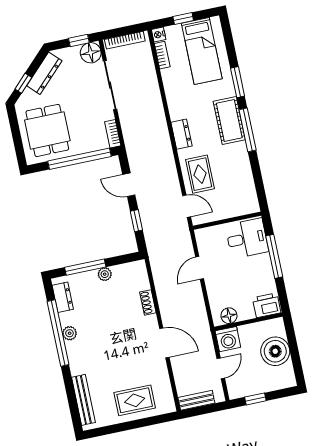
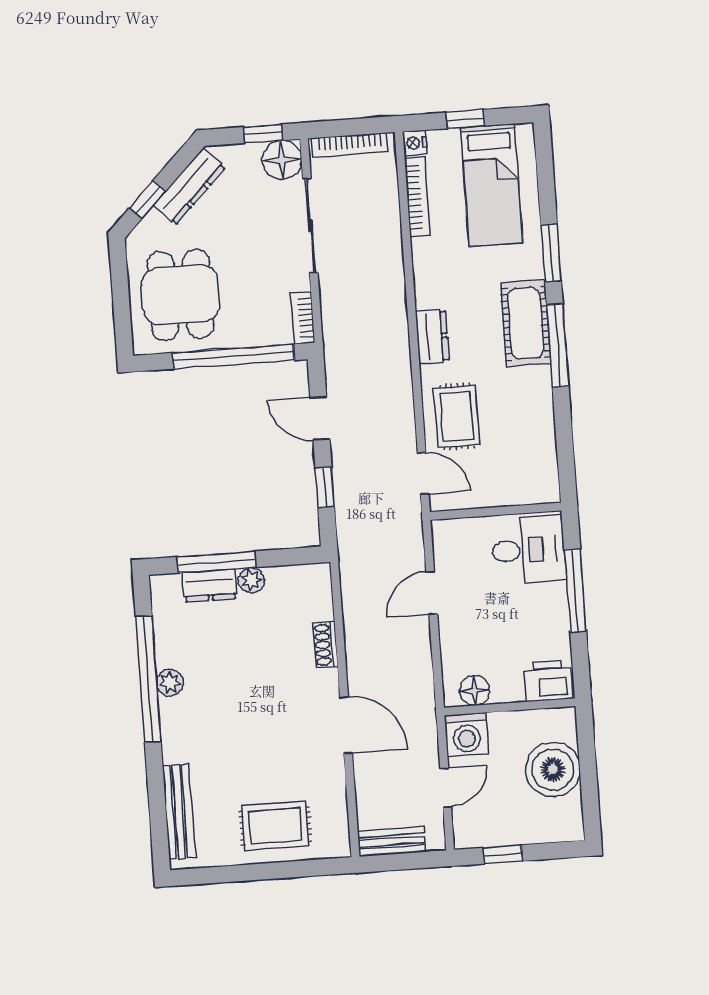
bookcase: (162, 55) -> (417, 197), width x1.56
dresser: (63, 297) -> (210, 585), moved, turned 90

